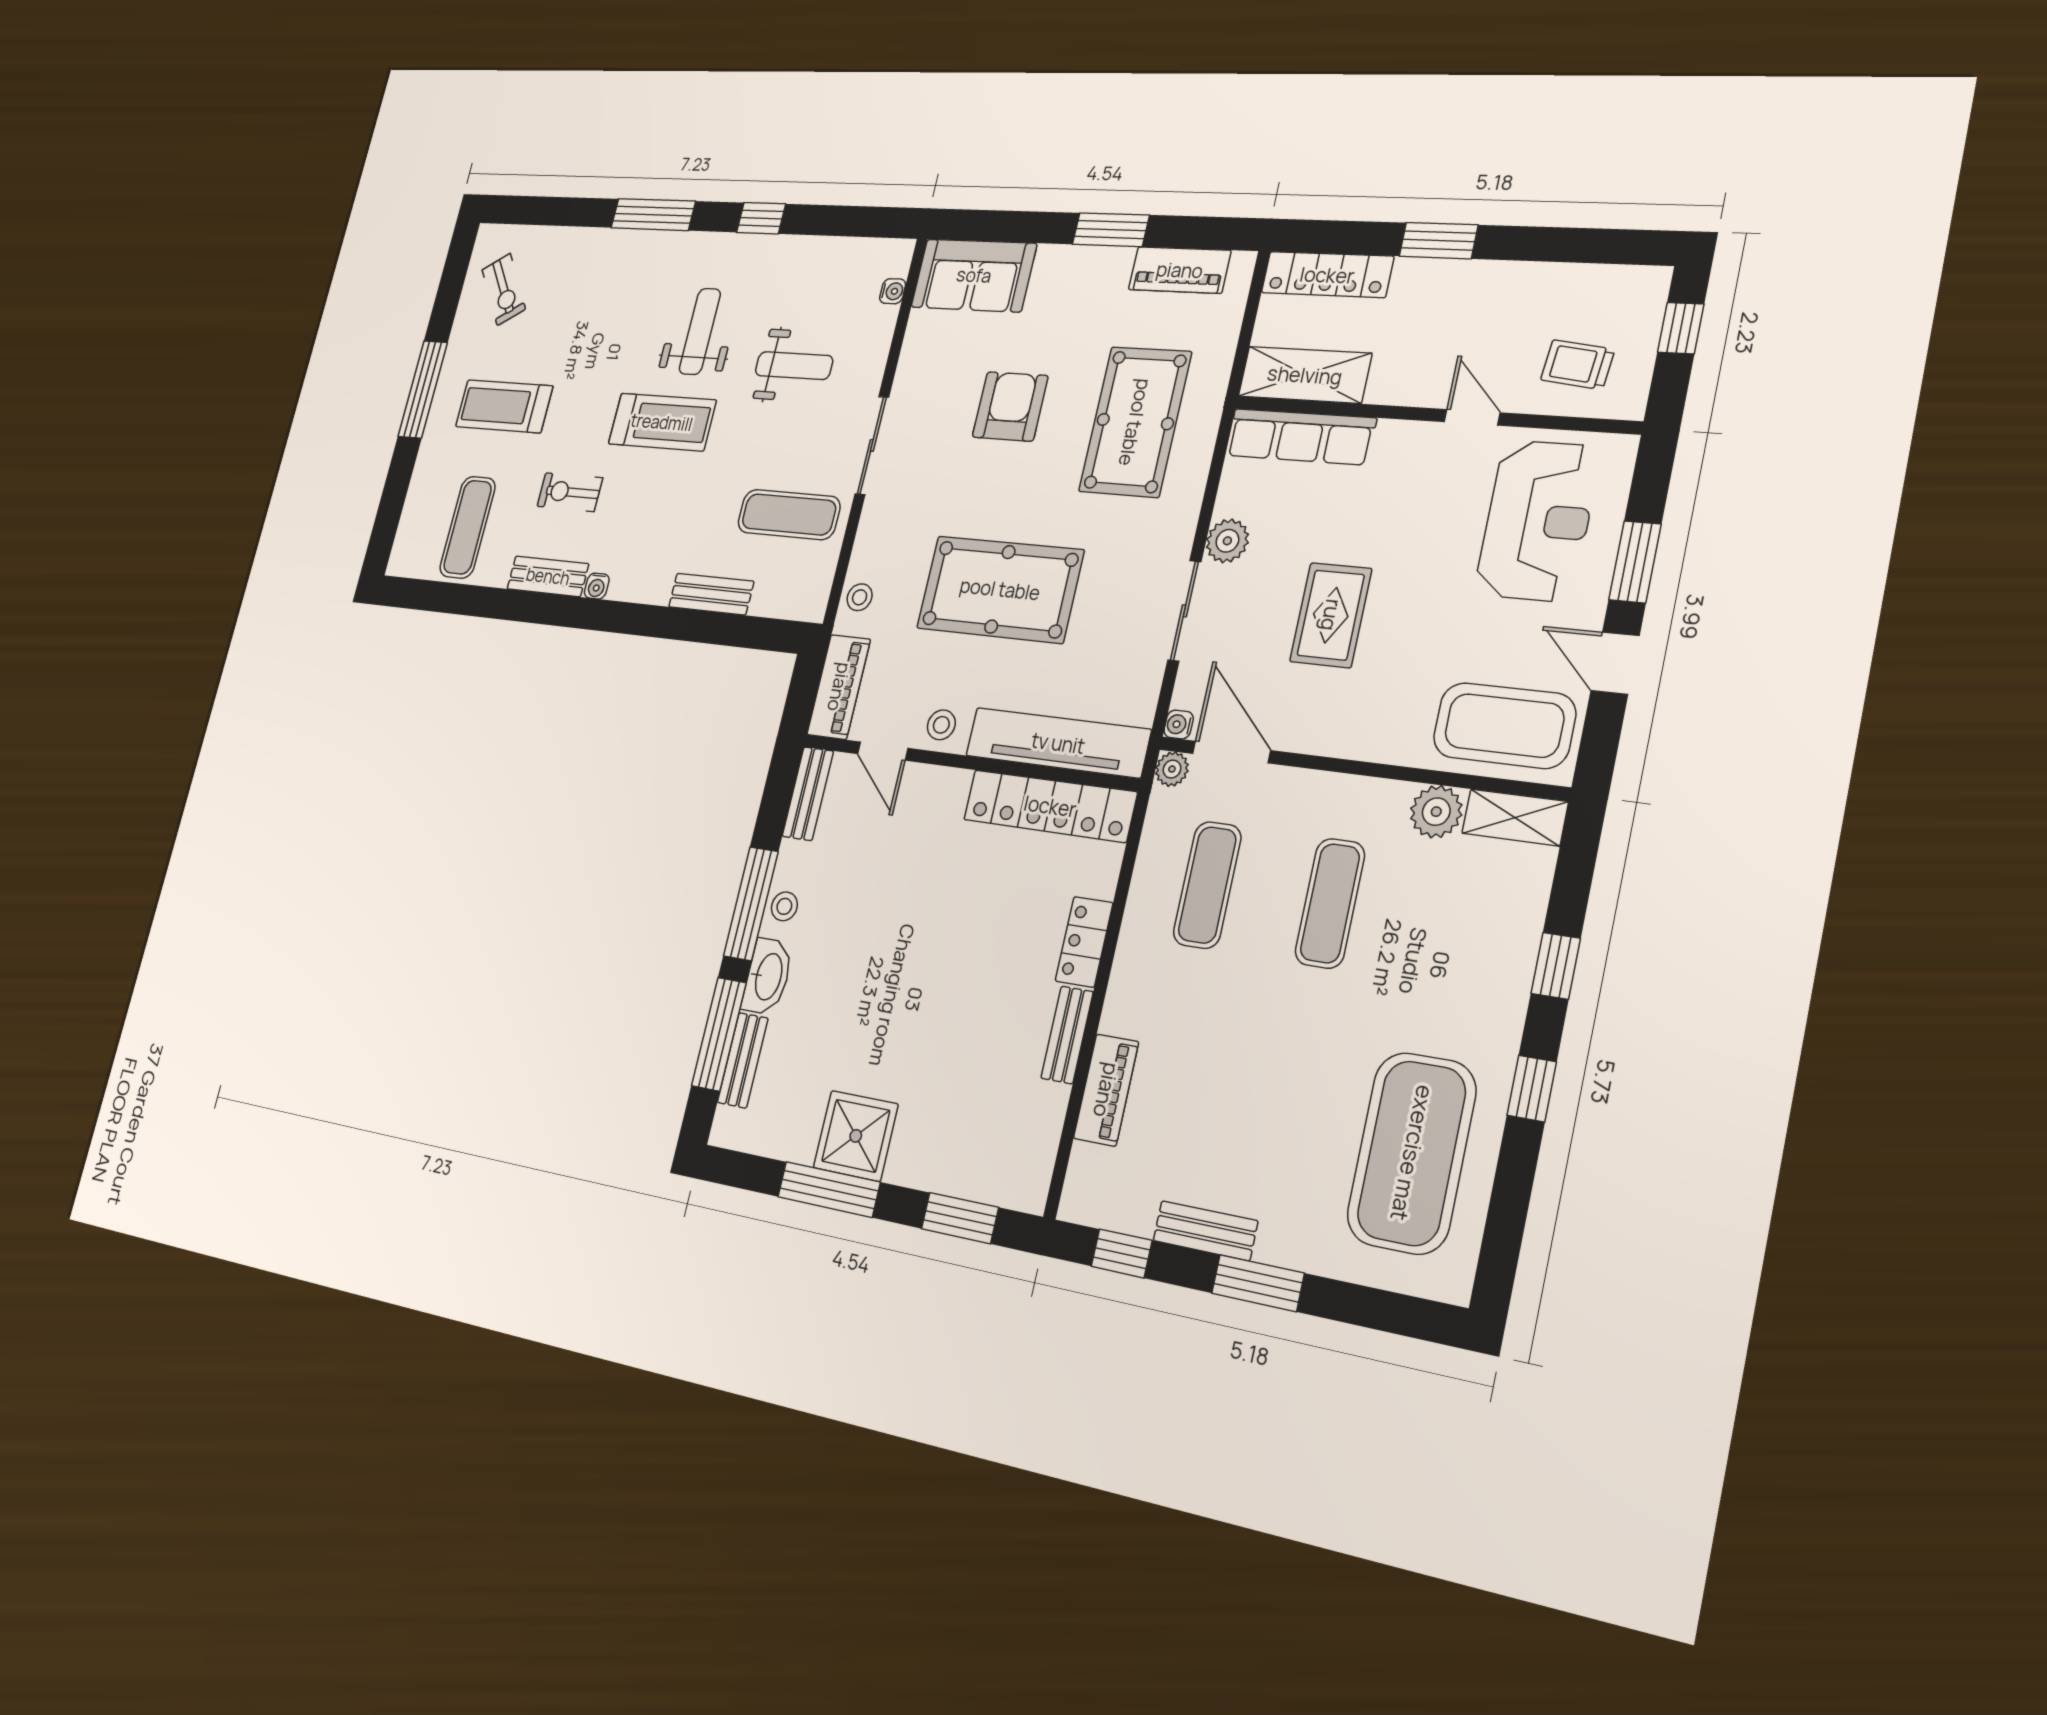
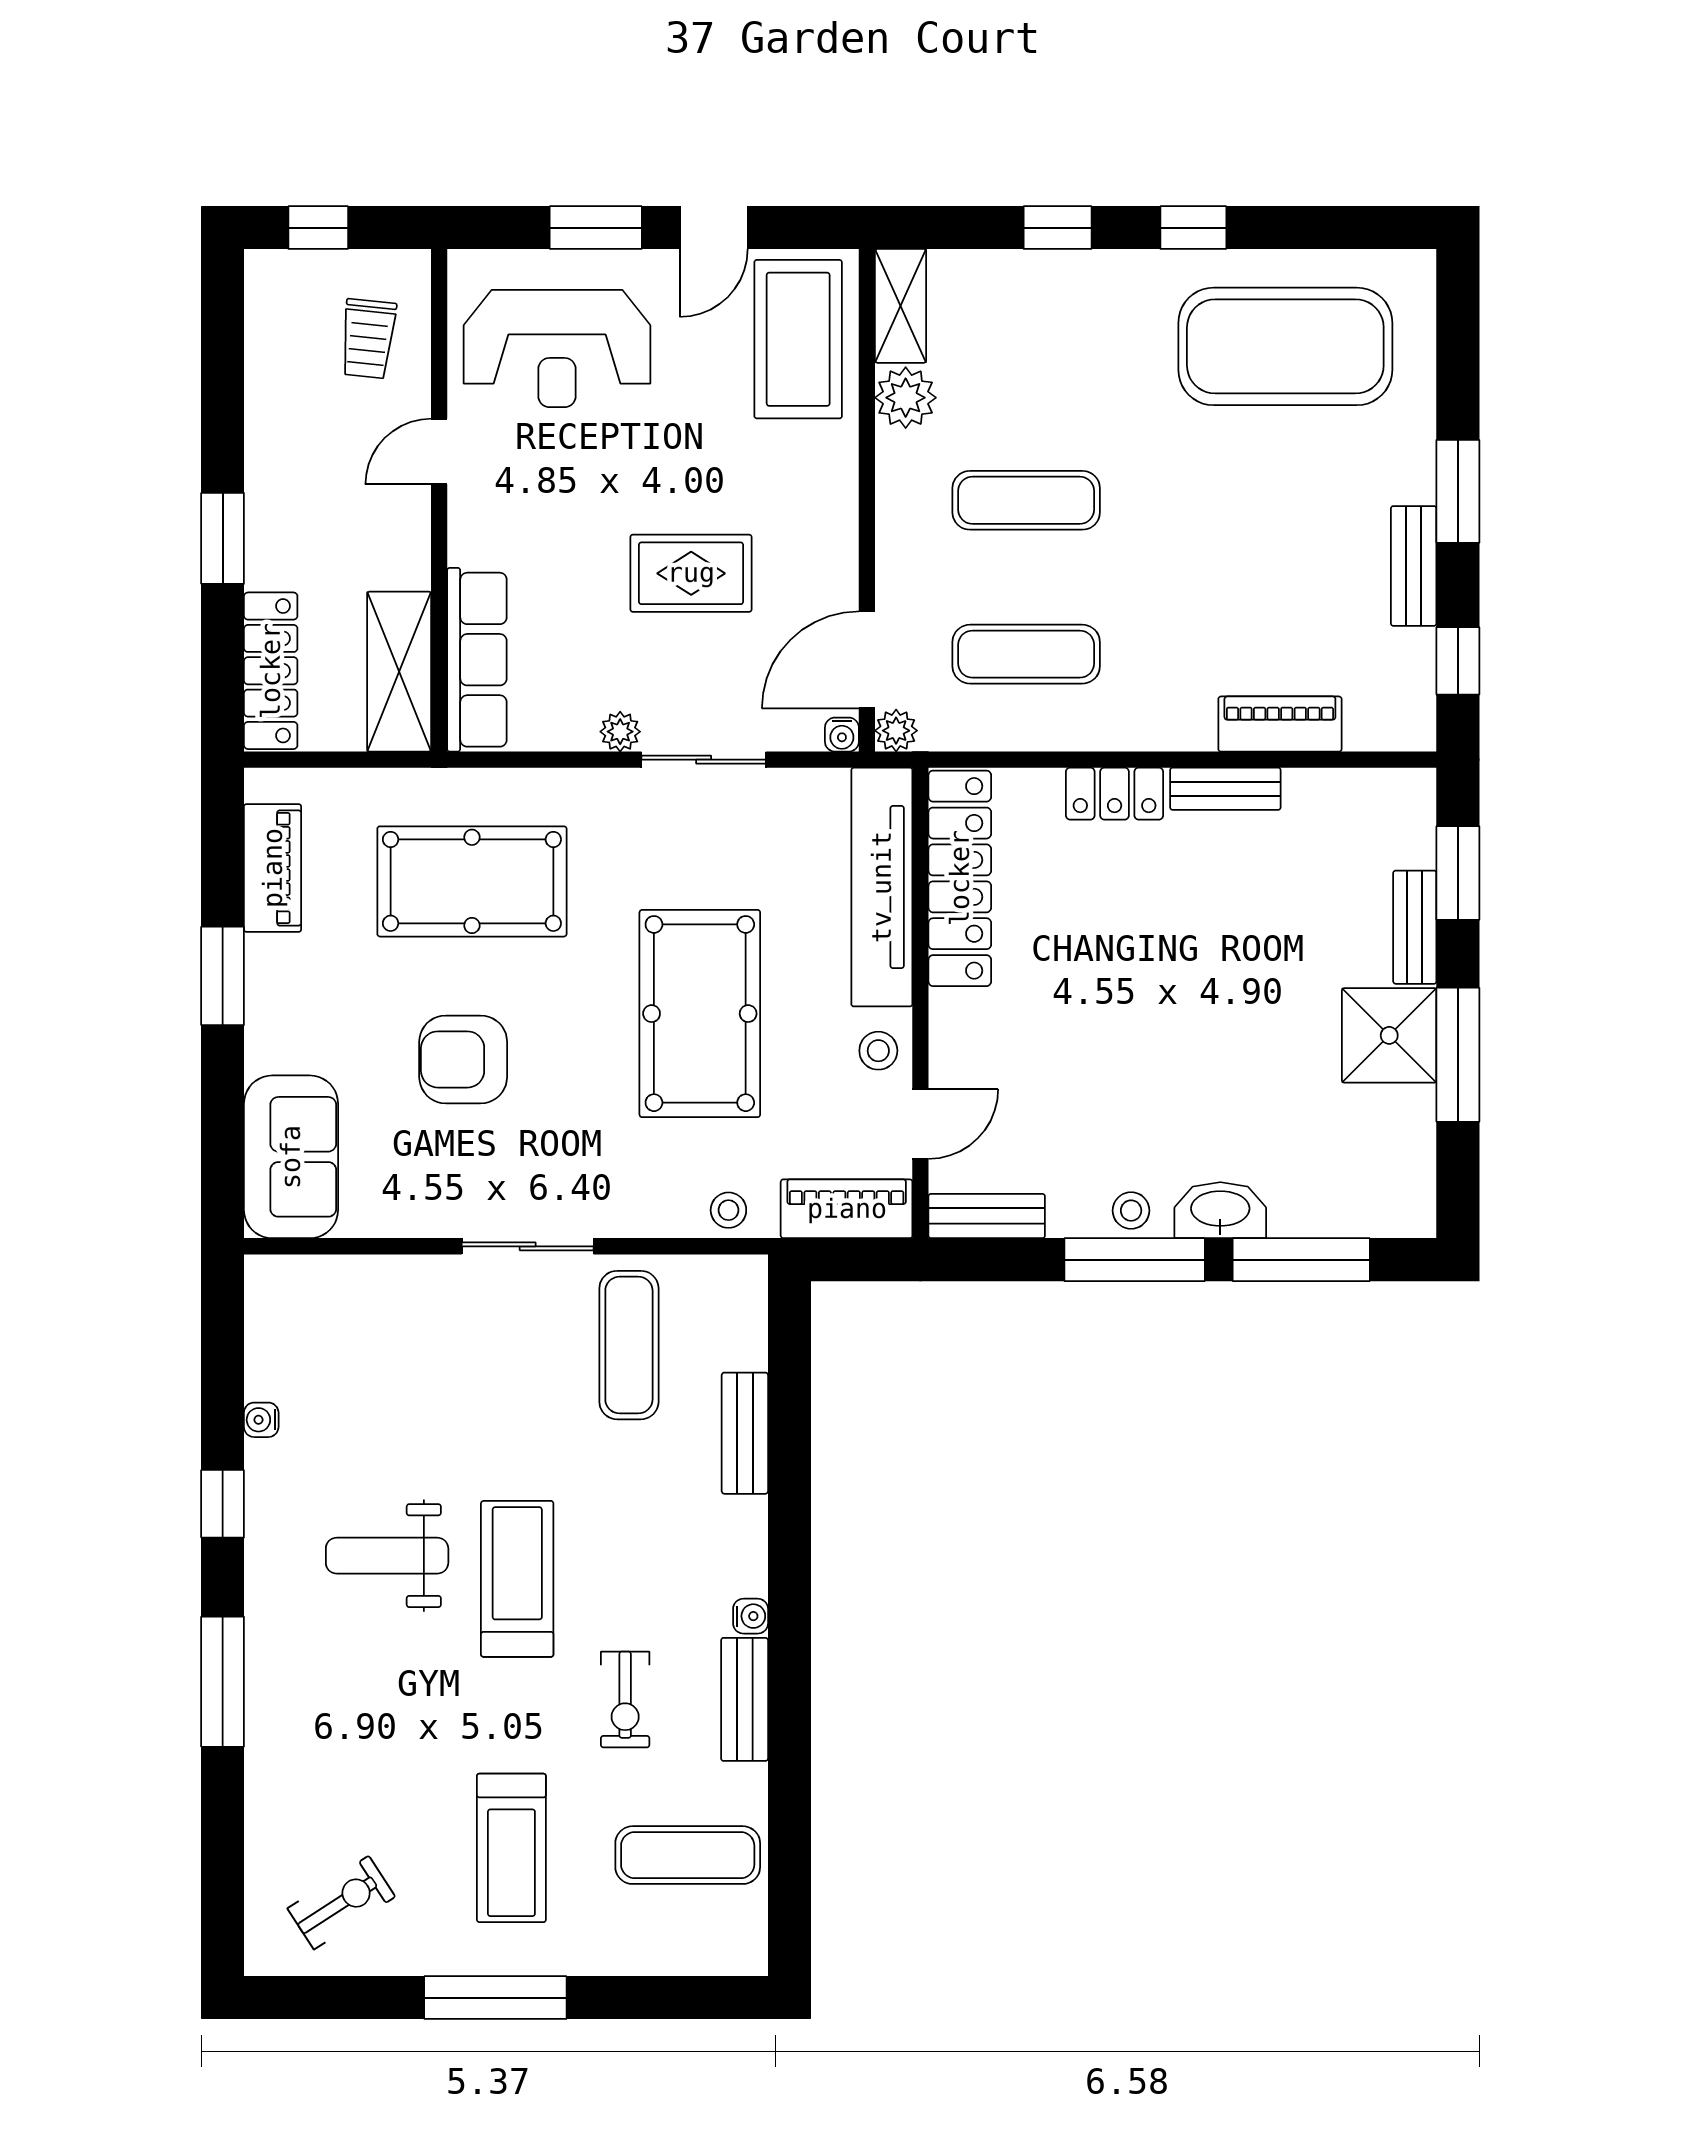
water cooler: (893, 291) -> (261, 1420), moved, turned -90
weight bench: (794, 366) -> (427, 1394), removed
reception desk: (1538, 521) -> (557, 349), turned 180
plant: (1227, 541) -> (620, 732), width x0.73, depth x0.73
bench: (743, 1060) -> (1415, 927), moved, turned 90

